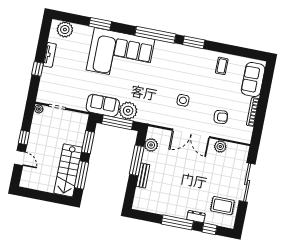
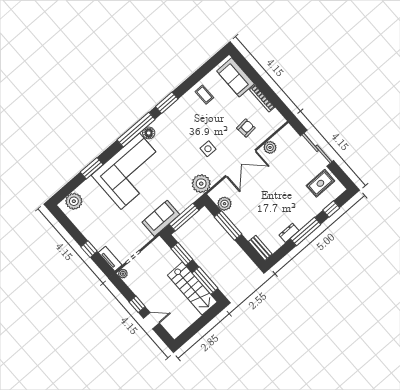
floor lamp: (160, 46) -> (149, 133), added
tv unit: (50, 55) -> (110, 259), moved
plant: (128, 111) -> (201, 184), moved
bench: (143, 176) -> (260, 248), moved
dresser: (196, 217) -> (289, 233), moved

